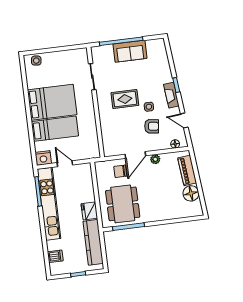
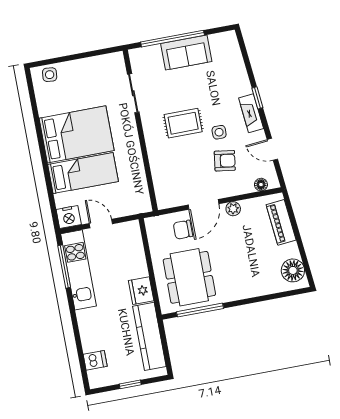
floor lamp: (191, 193) -> (293, 270), moved
kitchen unit: (49, 204) -> (79, 270), width x0.73

